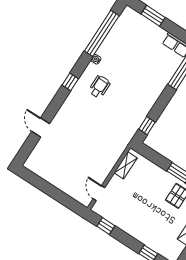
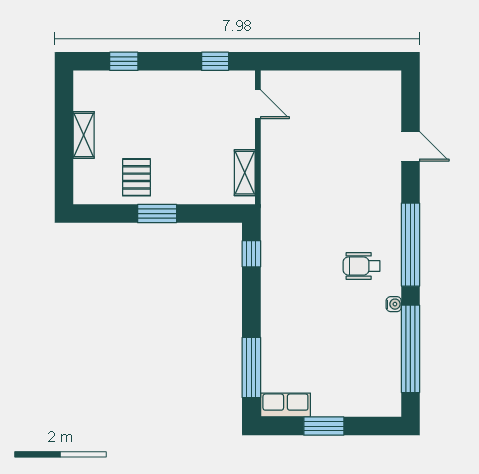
window: (153, 16) -> (324, 426), moved
window: (70, 82) -> (410, 245), width x3.17
wheelchair: (99, 87) -> (362, 266), turned 90

